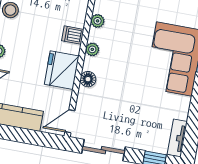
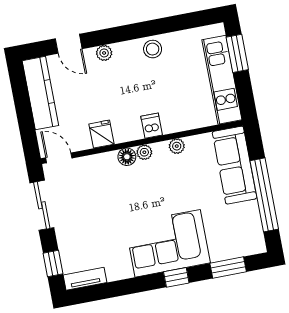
fridge: (62, 70) -> (101, 134), width x0.53, depth x0.75
floor lamp: (88, 79) -> (127, 157), moved

